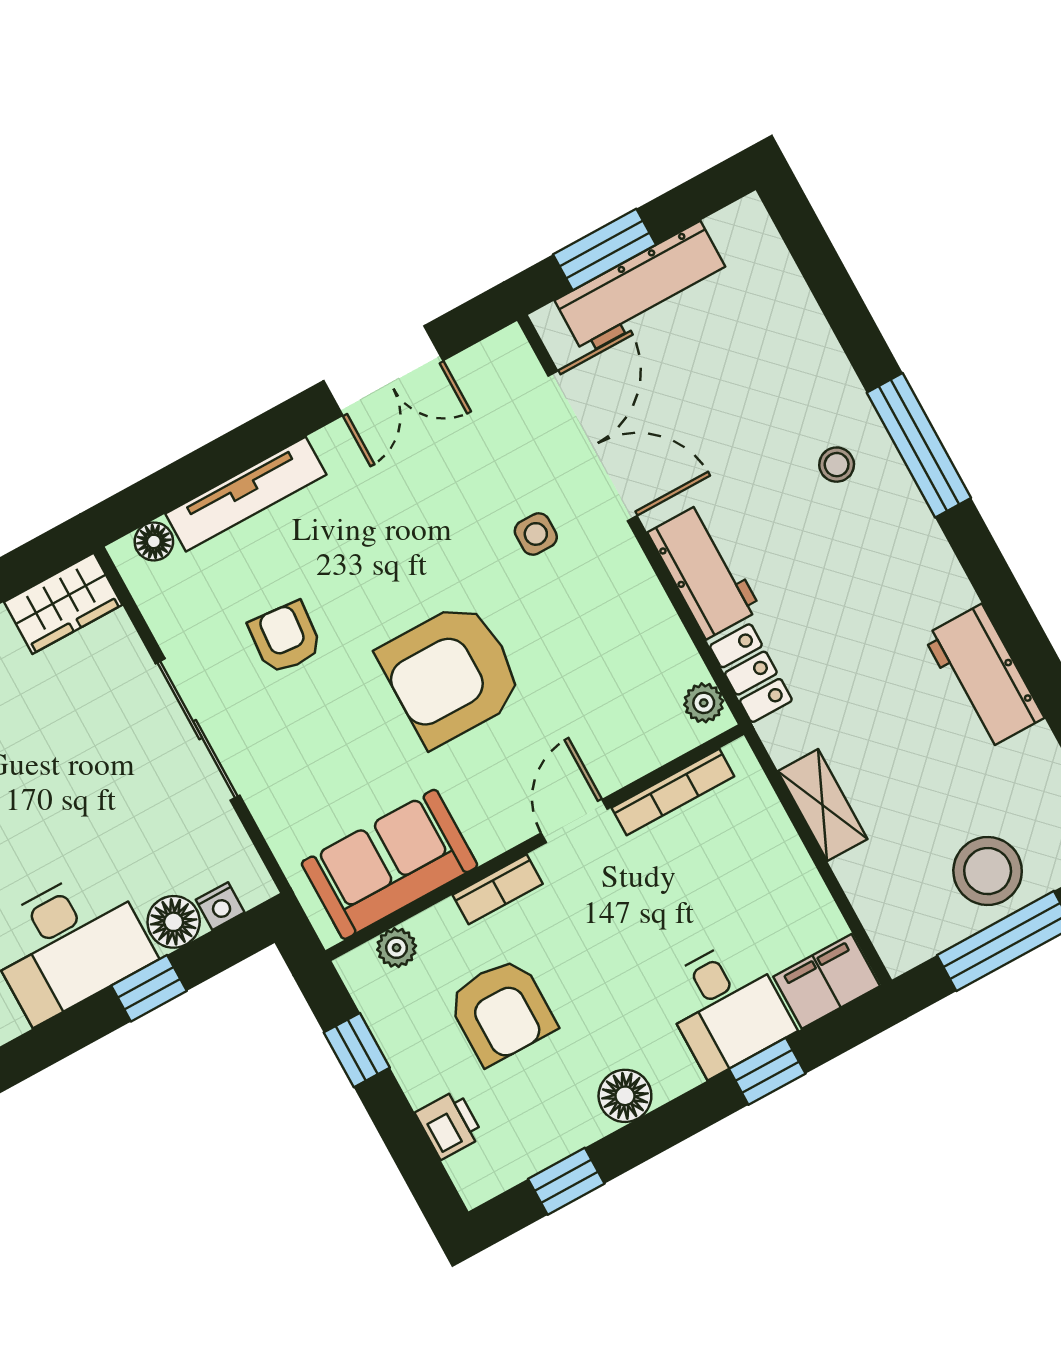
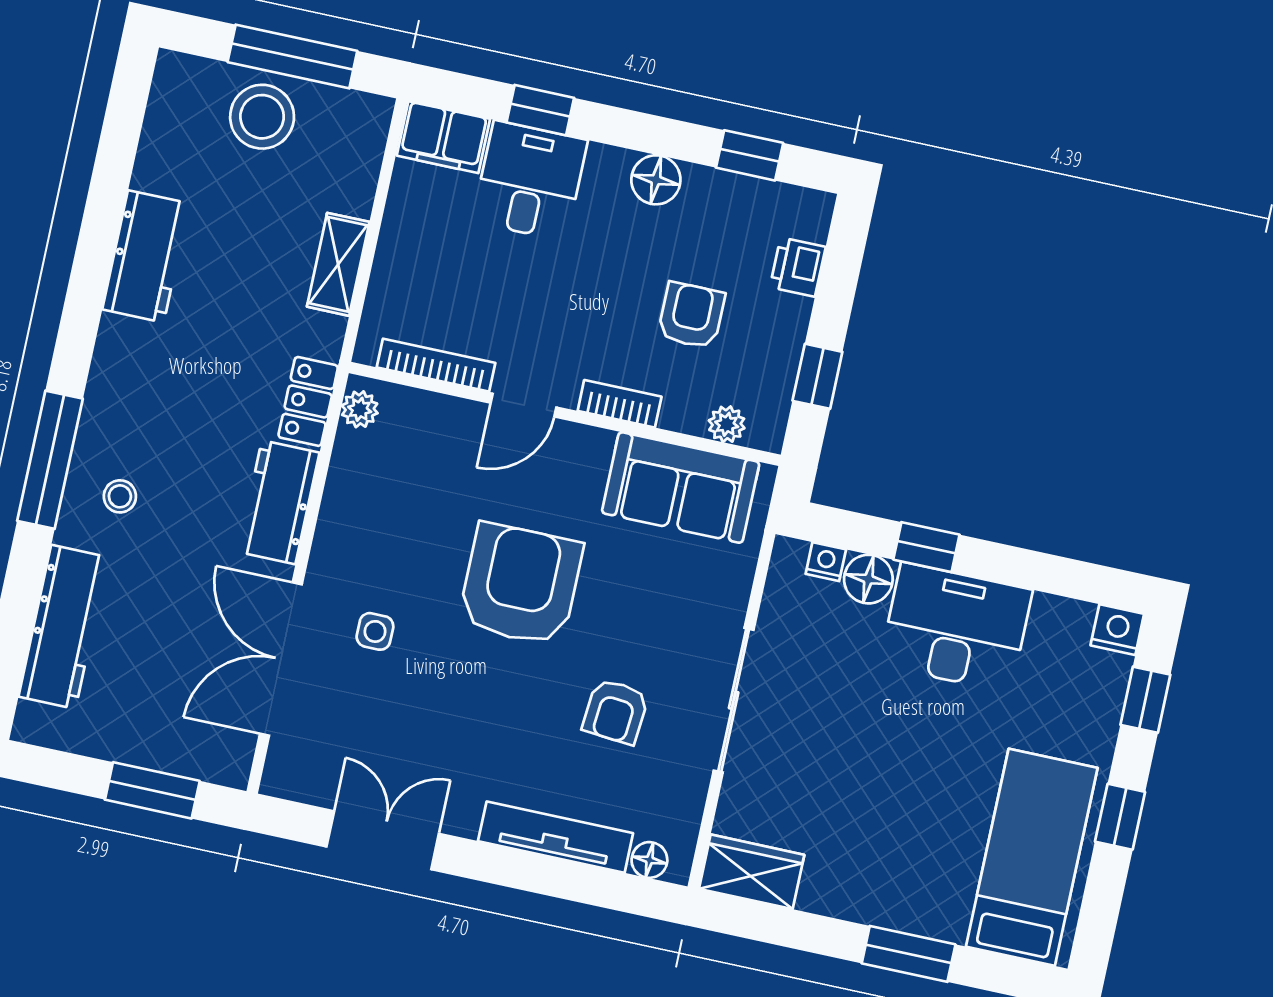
workbench: (642, 288) -> (63, 627), moved, turned 90
armchair: (451, 674) -> (520, 584), turned -90
armchair: (501, 1011) -> (691, 315), width x0.72, depth x0.72

